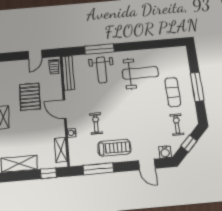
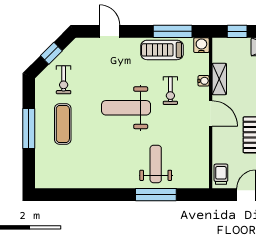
bench: (68, 73) -> (202, 164), removed
weight bench: (140, 73) -> (126, 108), moved
treadmill: (114, 148) -> (162, 50), moved
shelving: (61, 150) -> (219, 79), moved
water cooler: (165, 152) -> (201, 45), moved

